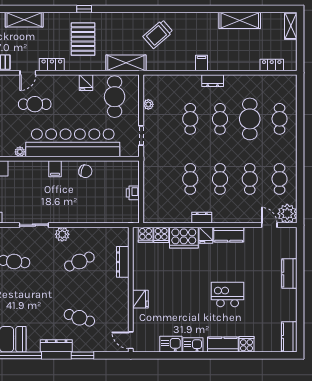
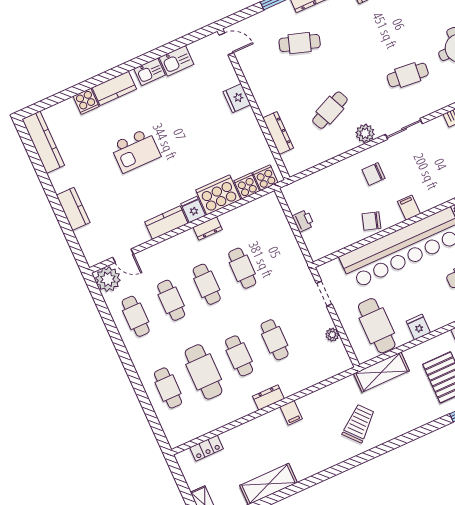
chair: (69, 203) -> (373, 174), added
kitchen counter: (289, 337) -> (43, 142), width x1.50

